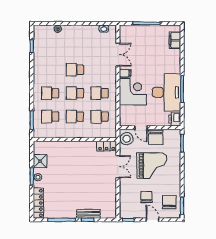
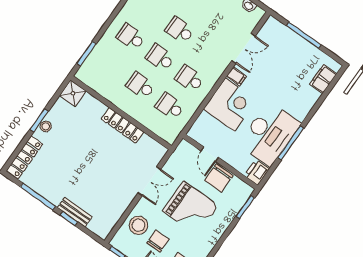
school desk: (50, 117) -> (111, 65), removed
stool: (127, 139) -> (138, 225), moved
locker: (107, 146) -> (122, 125), moved, width x1.53
shower: (40, 161) -> (73, 93), moved

